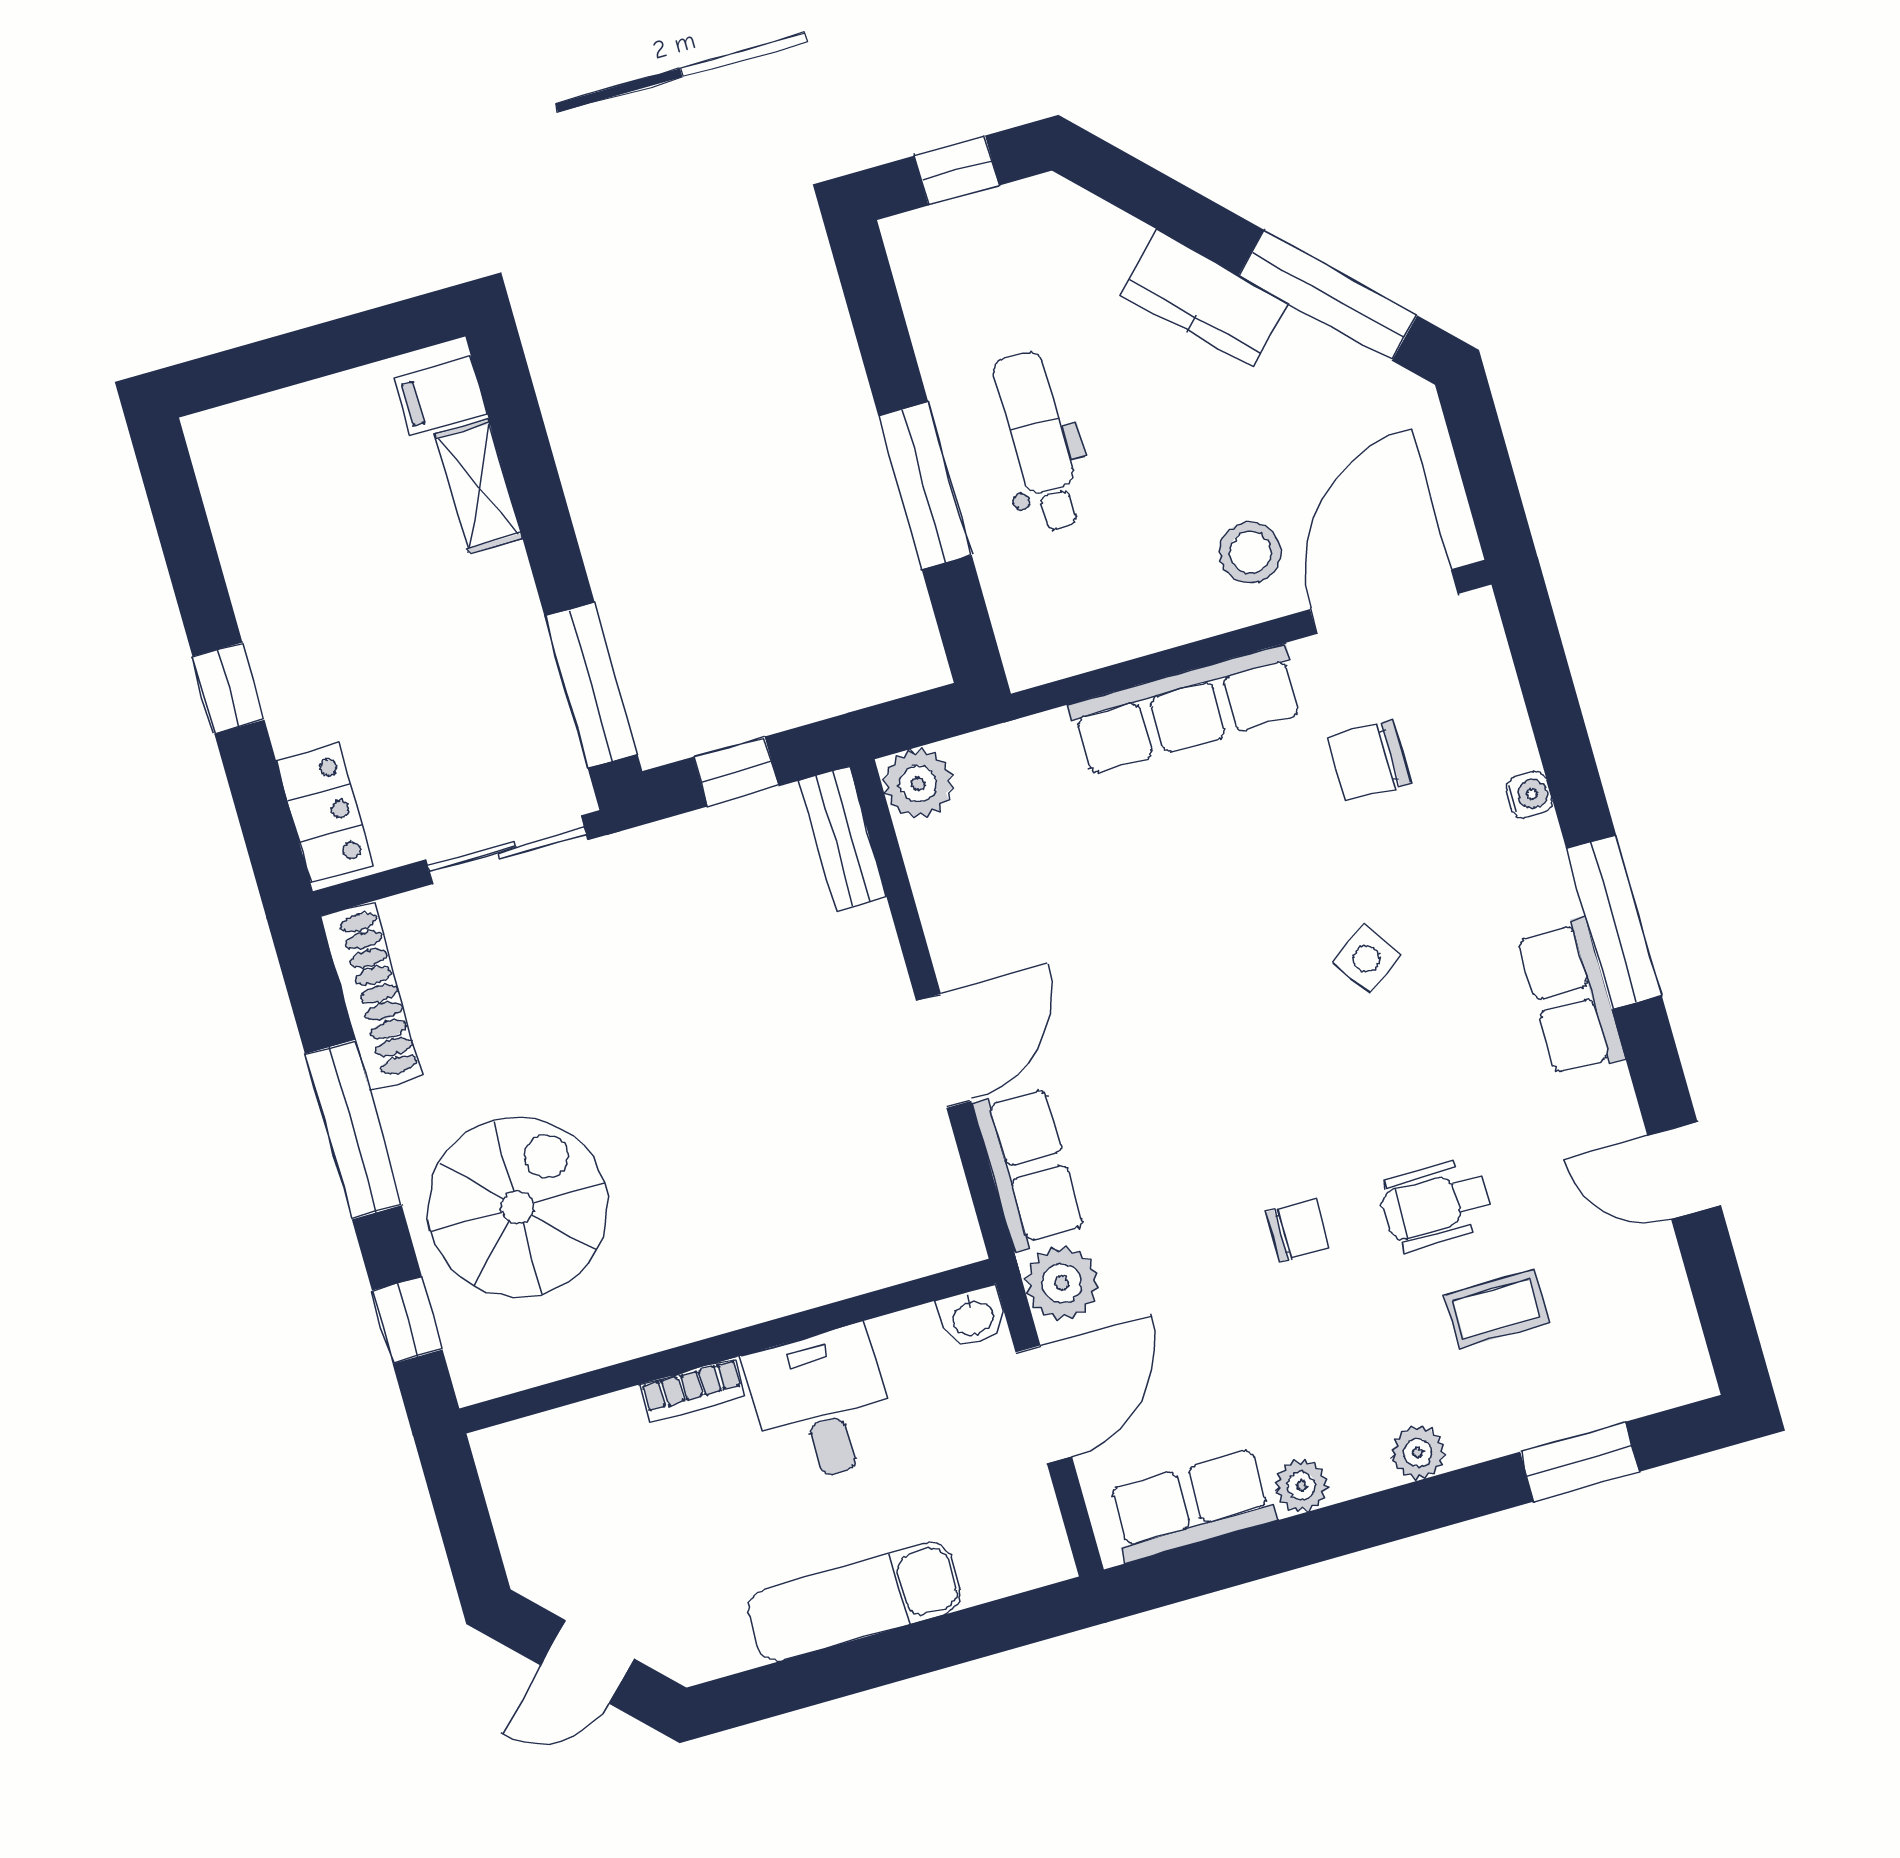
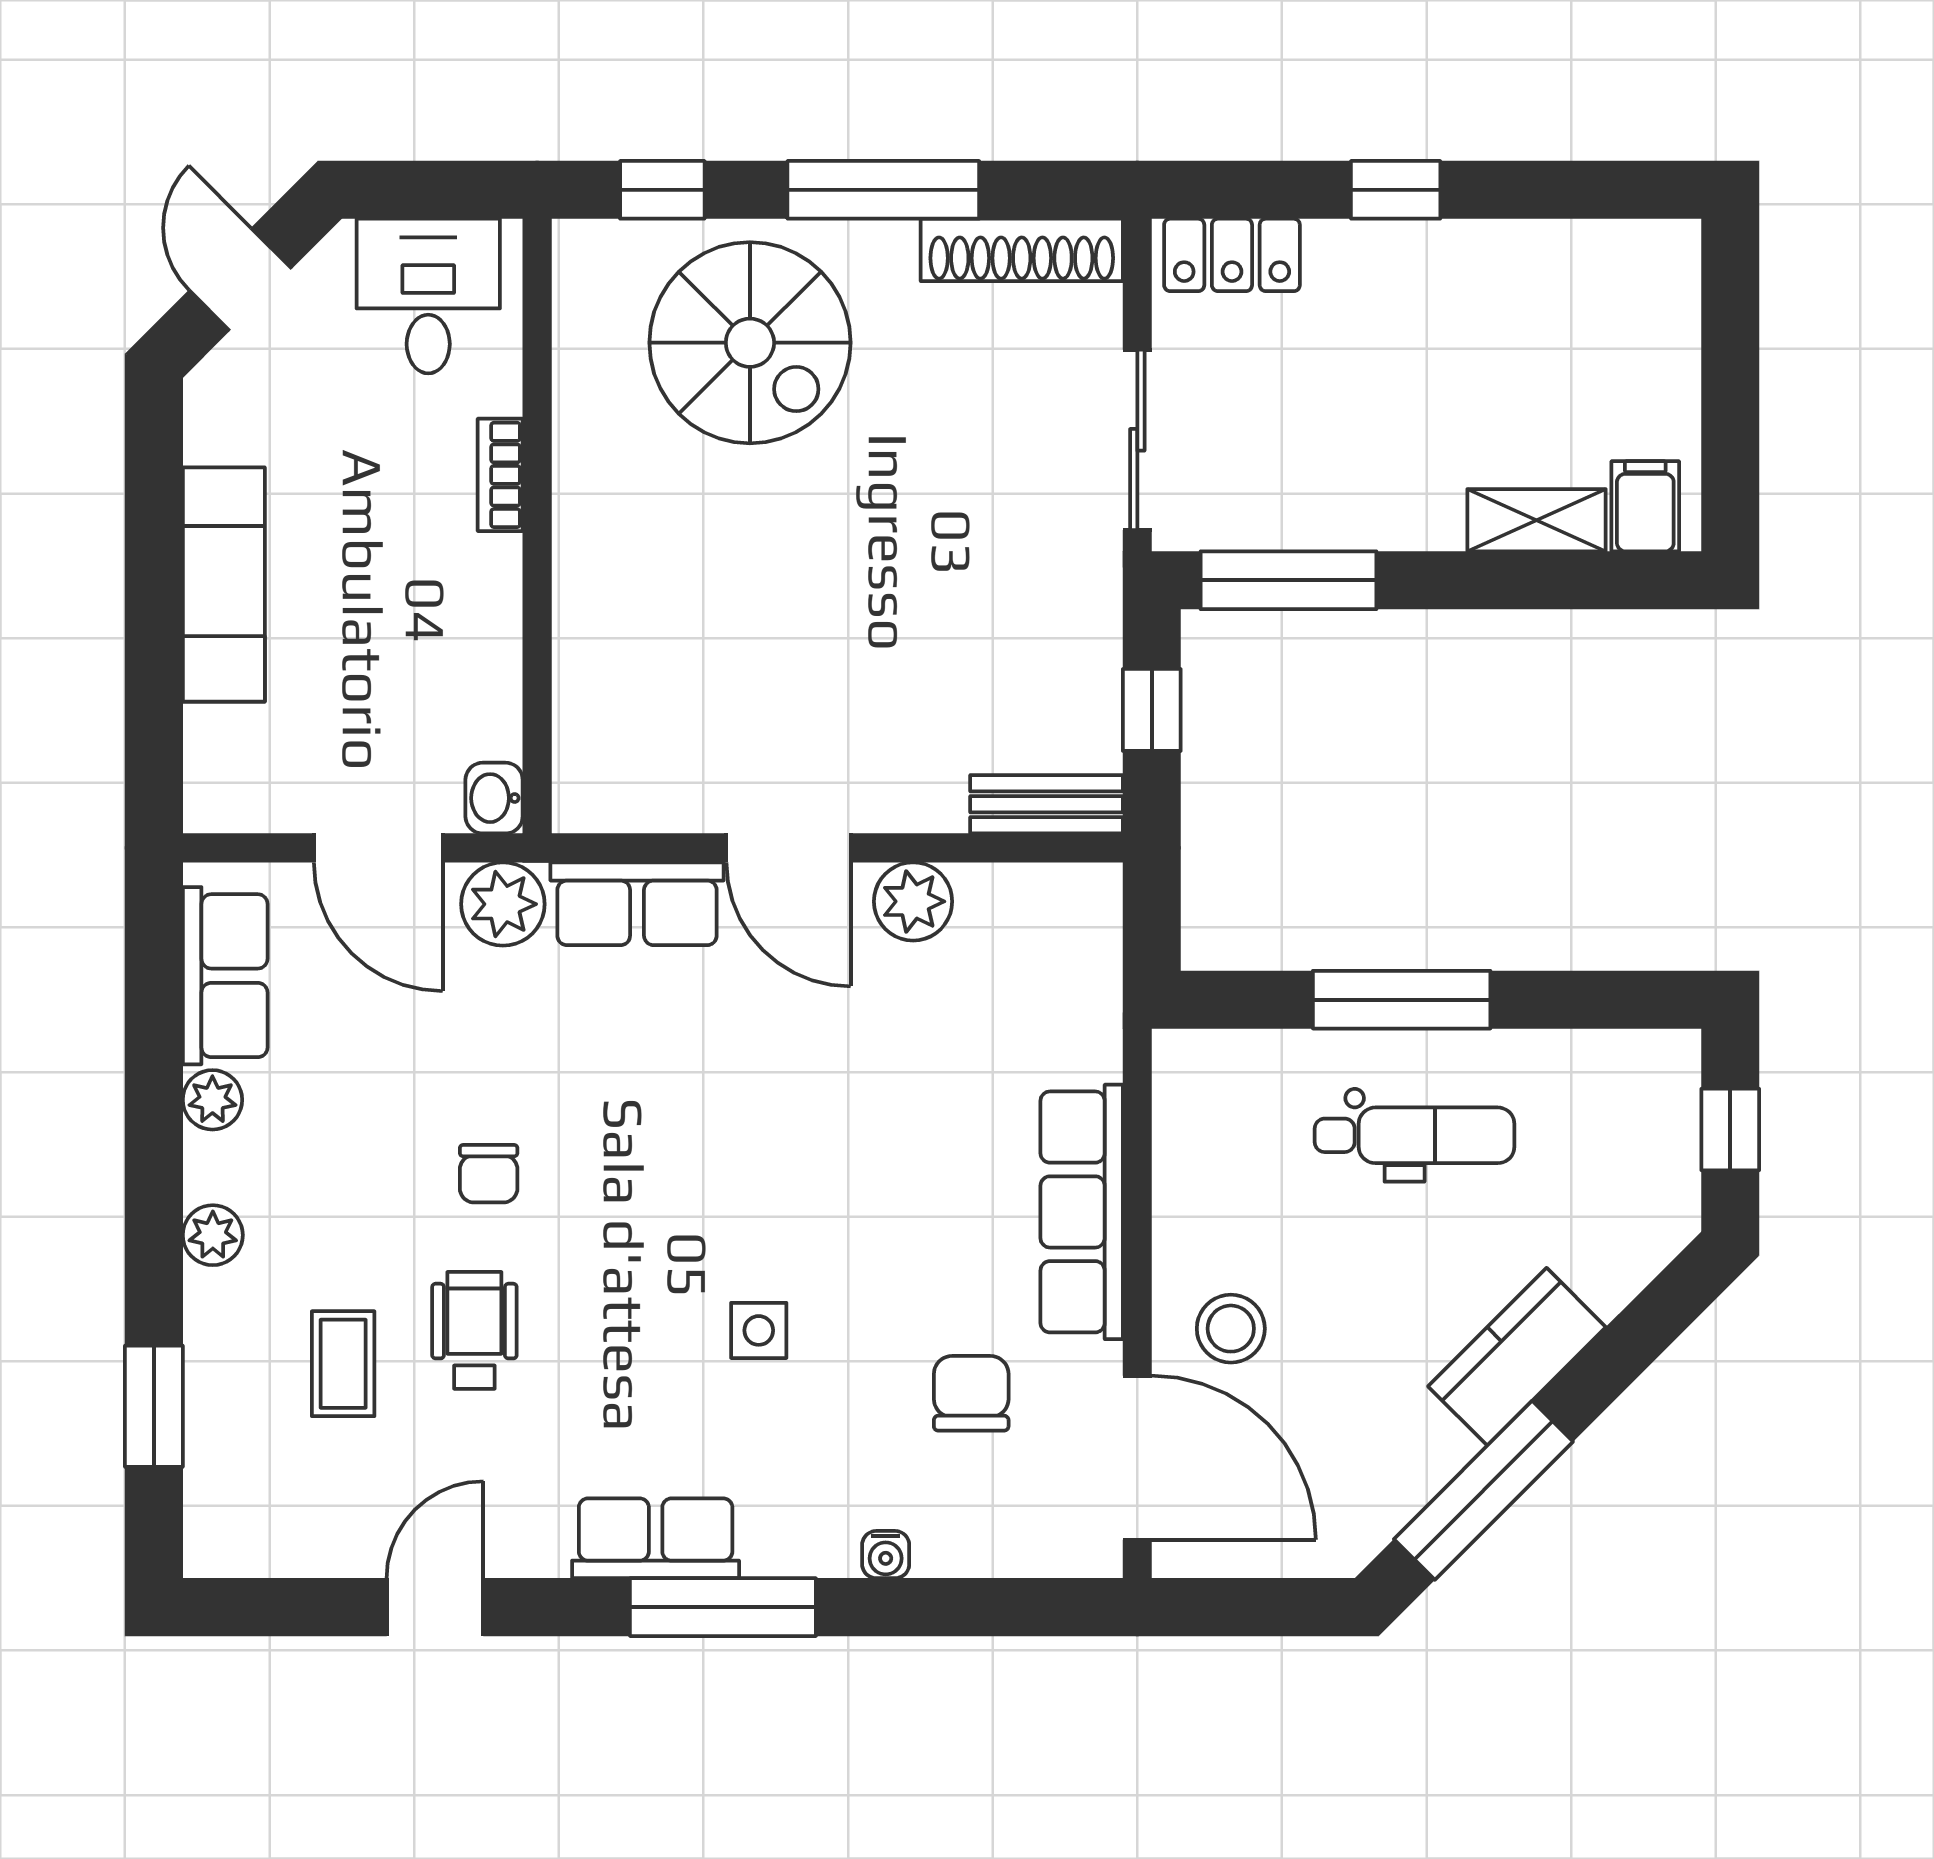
plant: (918, 784) -> (913, 901), moved
side table: (1367, 959) -> (759, 1330), turned 35
desk: (821, 1405) -> (428, 296), moved, turned -90

